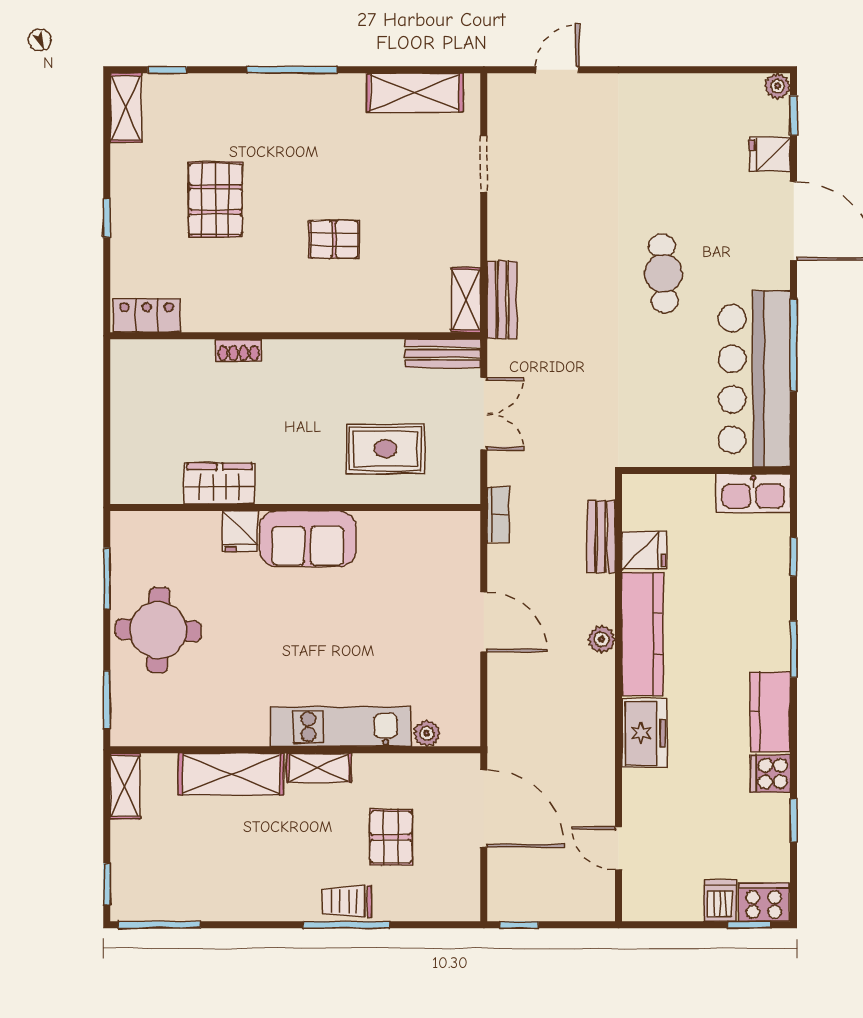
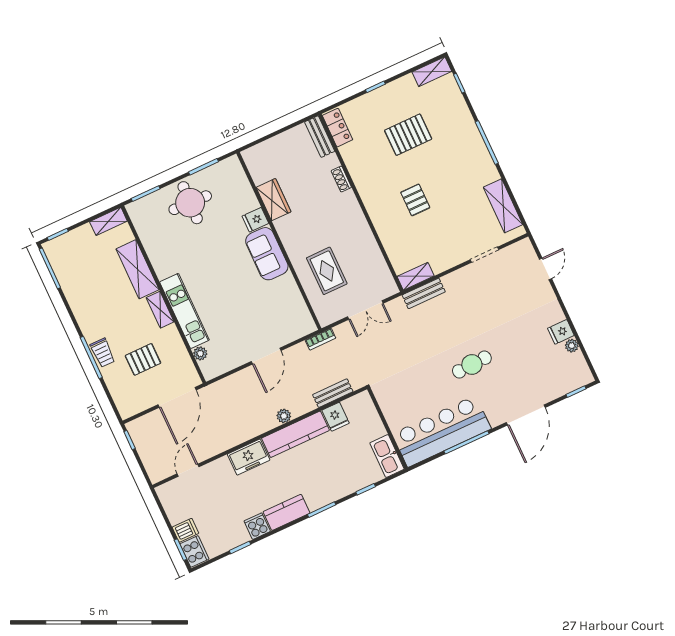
door: (557, 70) -> (545, 269), hinge flipped
plant: (777, 86) -> (572, 346), moved
fridge: (770, 154) -> (561, 332), moved, turned -90
bench: (443, 354) -> (320, 137), moved
trolley: (347, 901) -> (103, 353), turned 180

